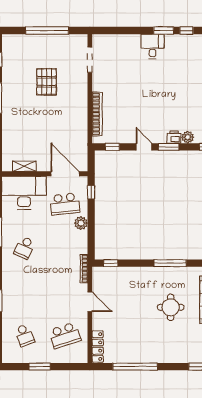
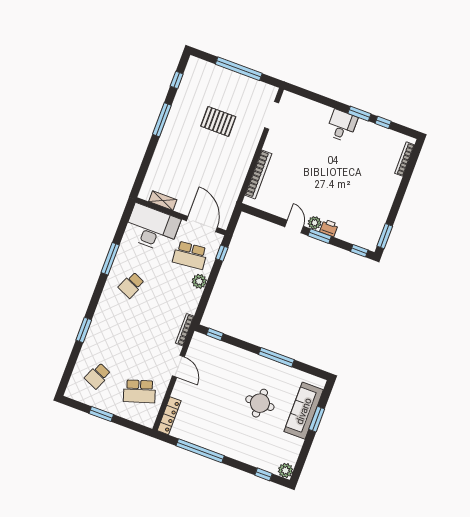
pallet: (47, 82) -> (218, 121), turned 90
plant: (188, 137) -> (315, 223), moved
window: (112, 147) -> (261, 214), removed
school desk: (24, 335) -> (98, 376), turned 45

